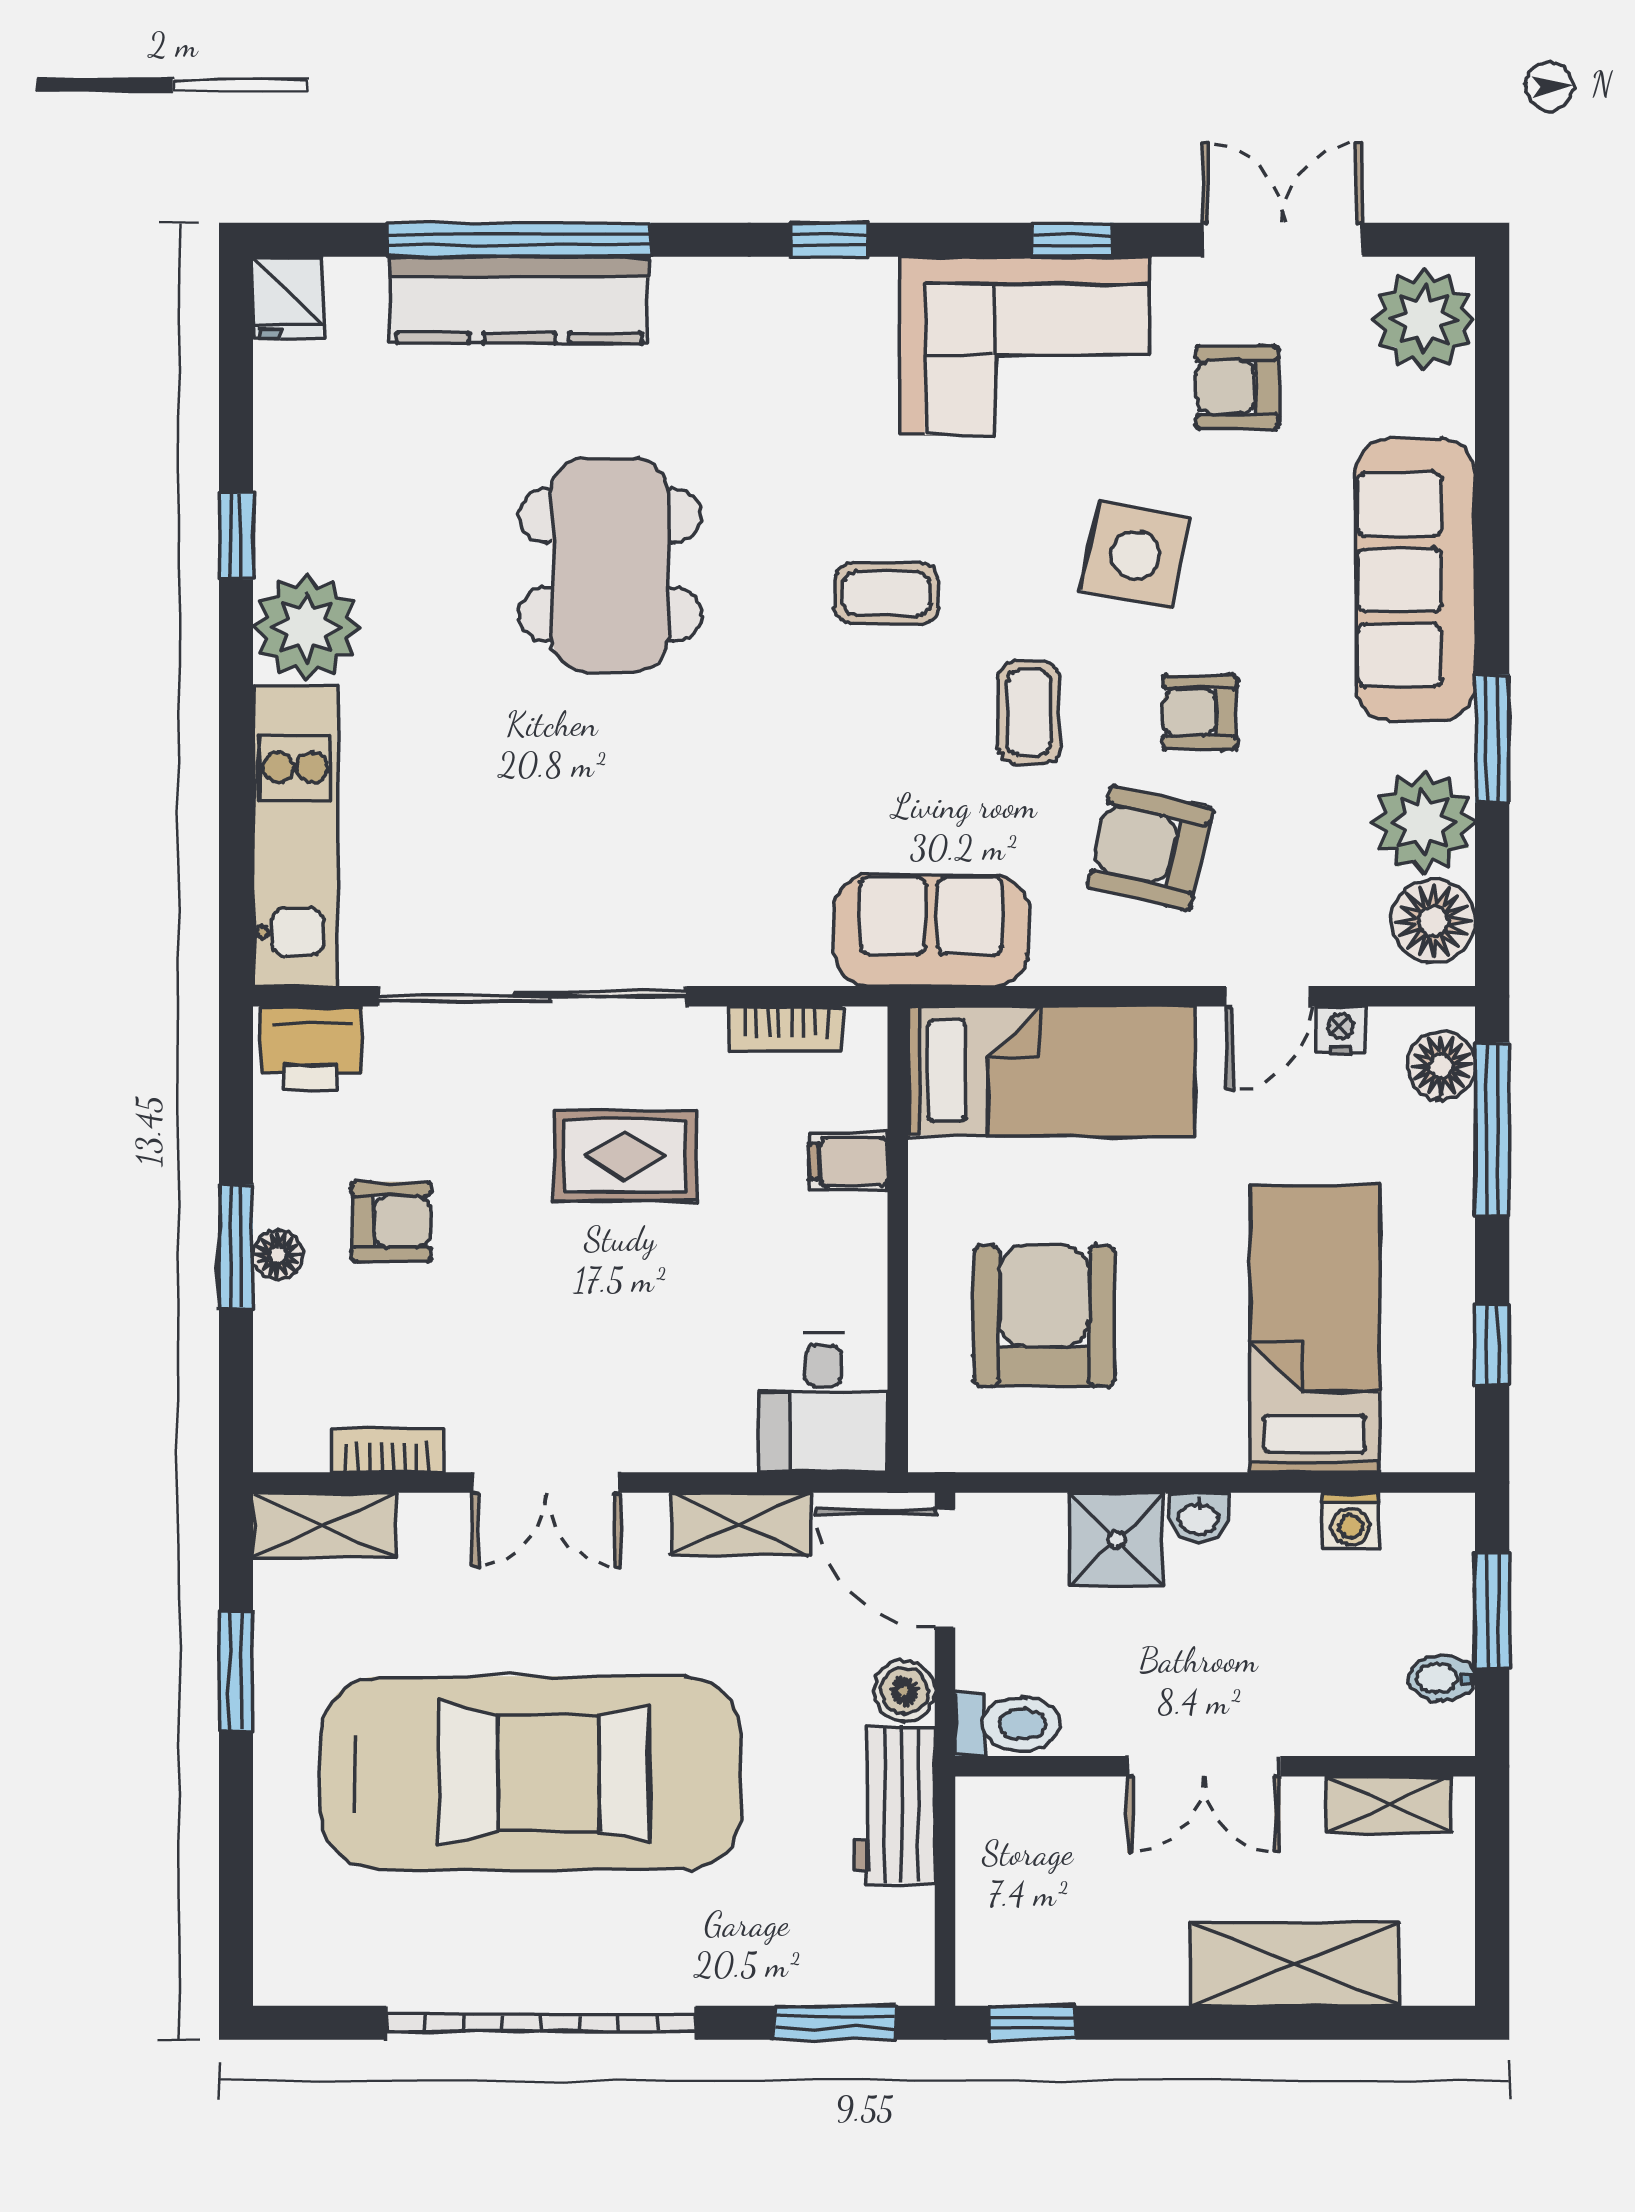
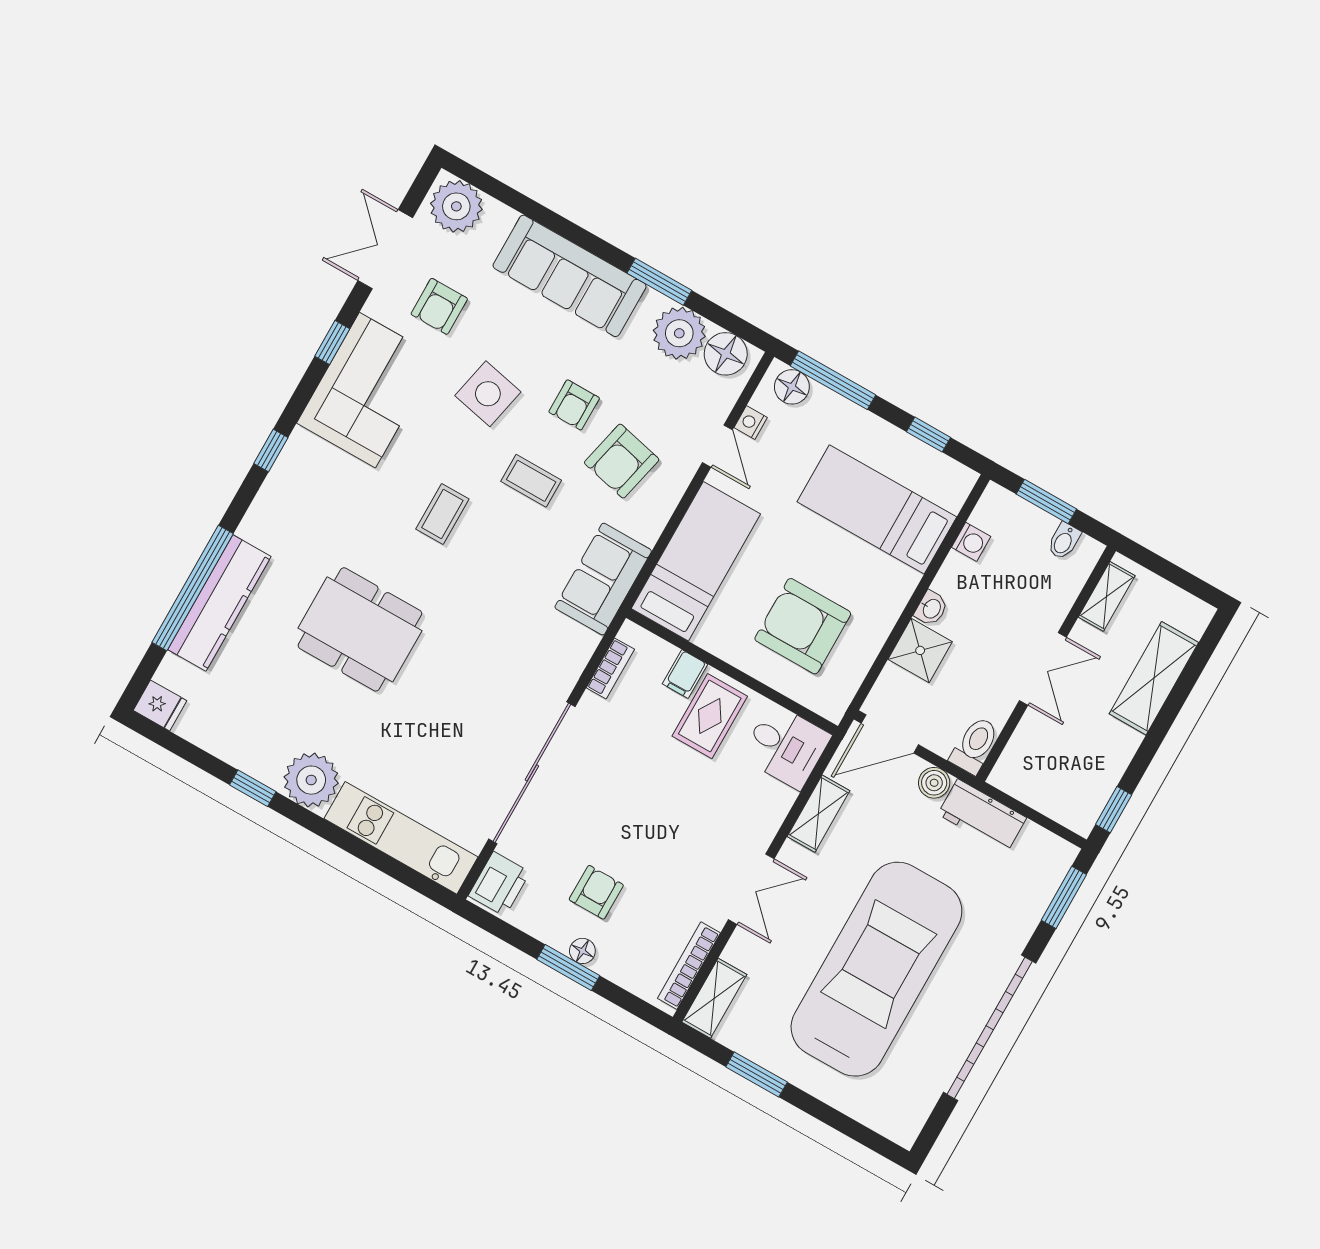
rug: (625, 1156) -> (710, 716), moved
bookcase: (387, 1450) -> (689, 966), width x1.56

